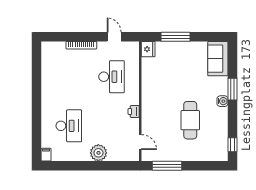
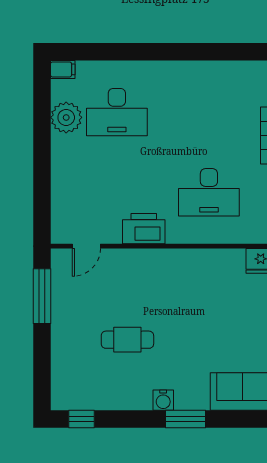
printer: (134, 111) -> (144, 229), width x1.87, depth x1.48
cafe table: (190, 120) -> (127, 340), width x0.73, depth x0.74
plant: (98, 153) -> (66, 117), moved

